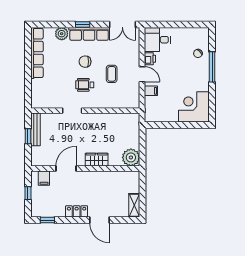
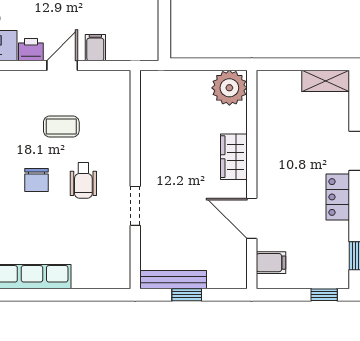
window: (28, 193) -> (324, 295), moved

